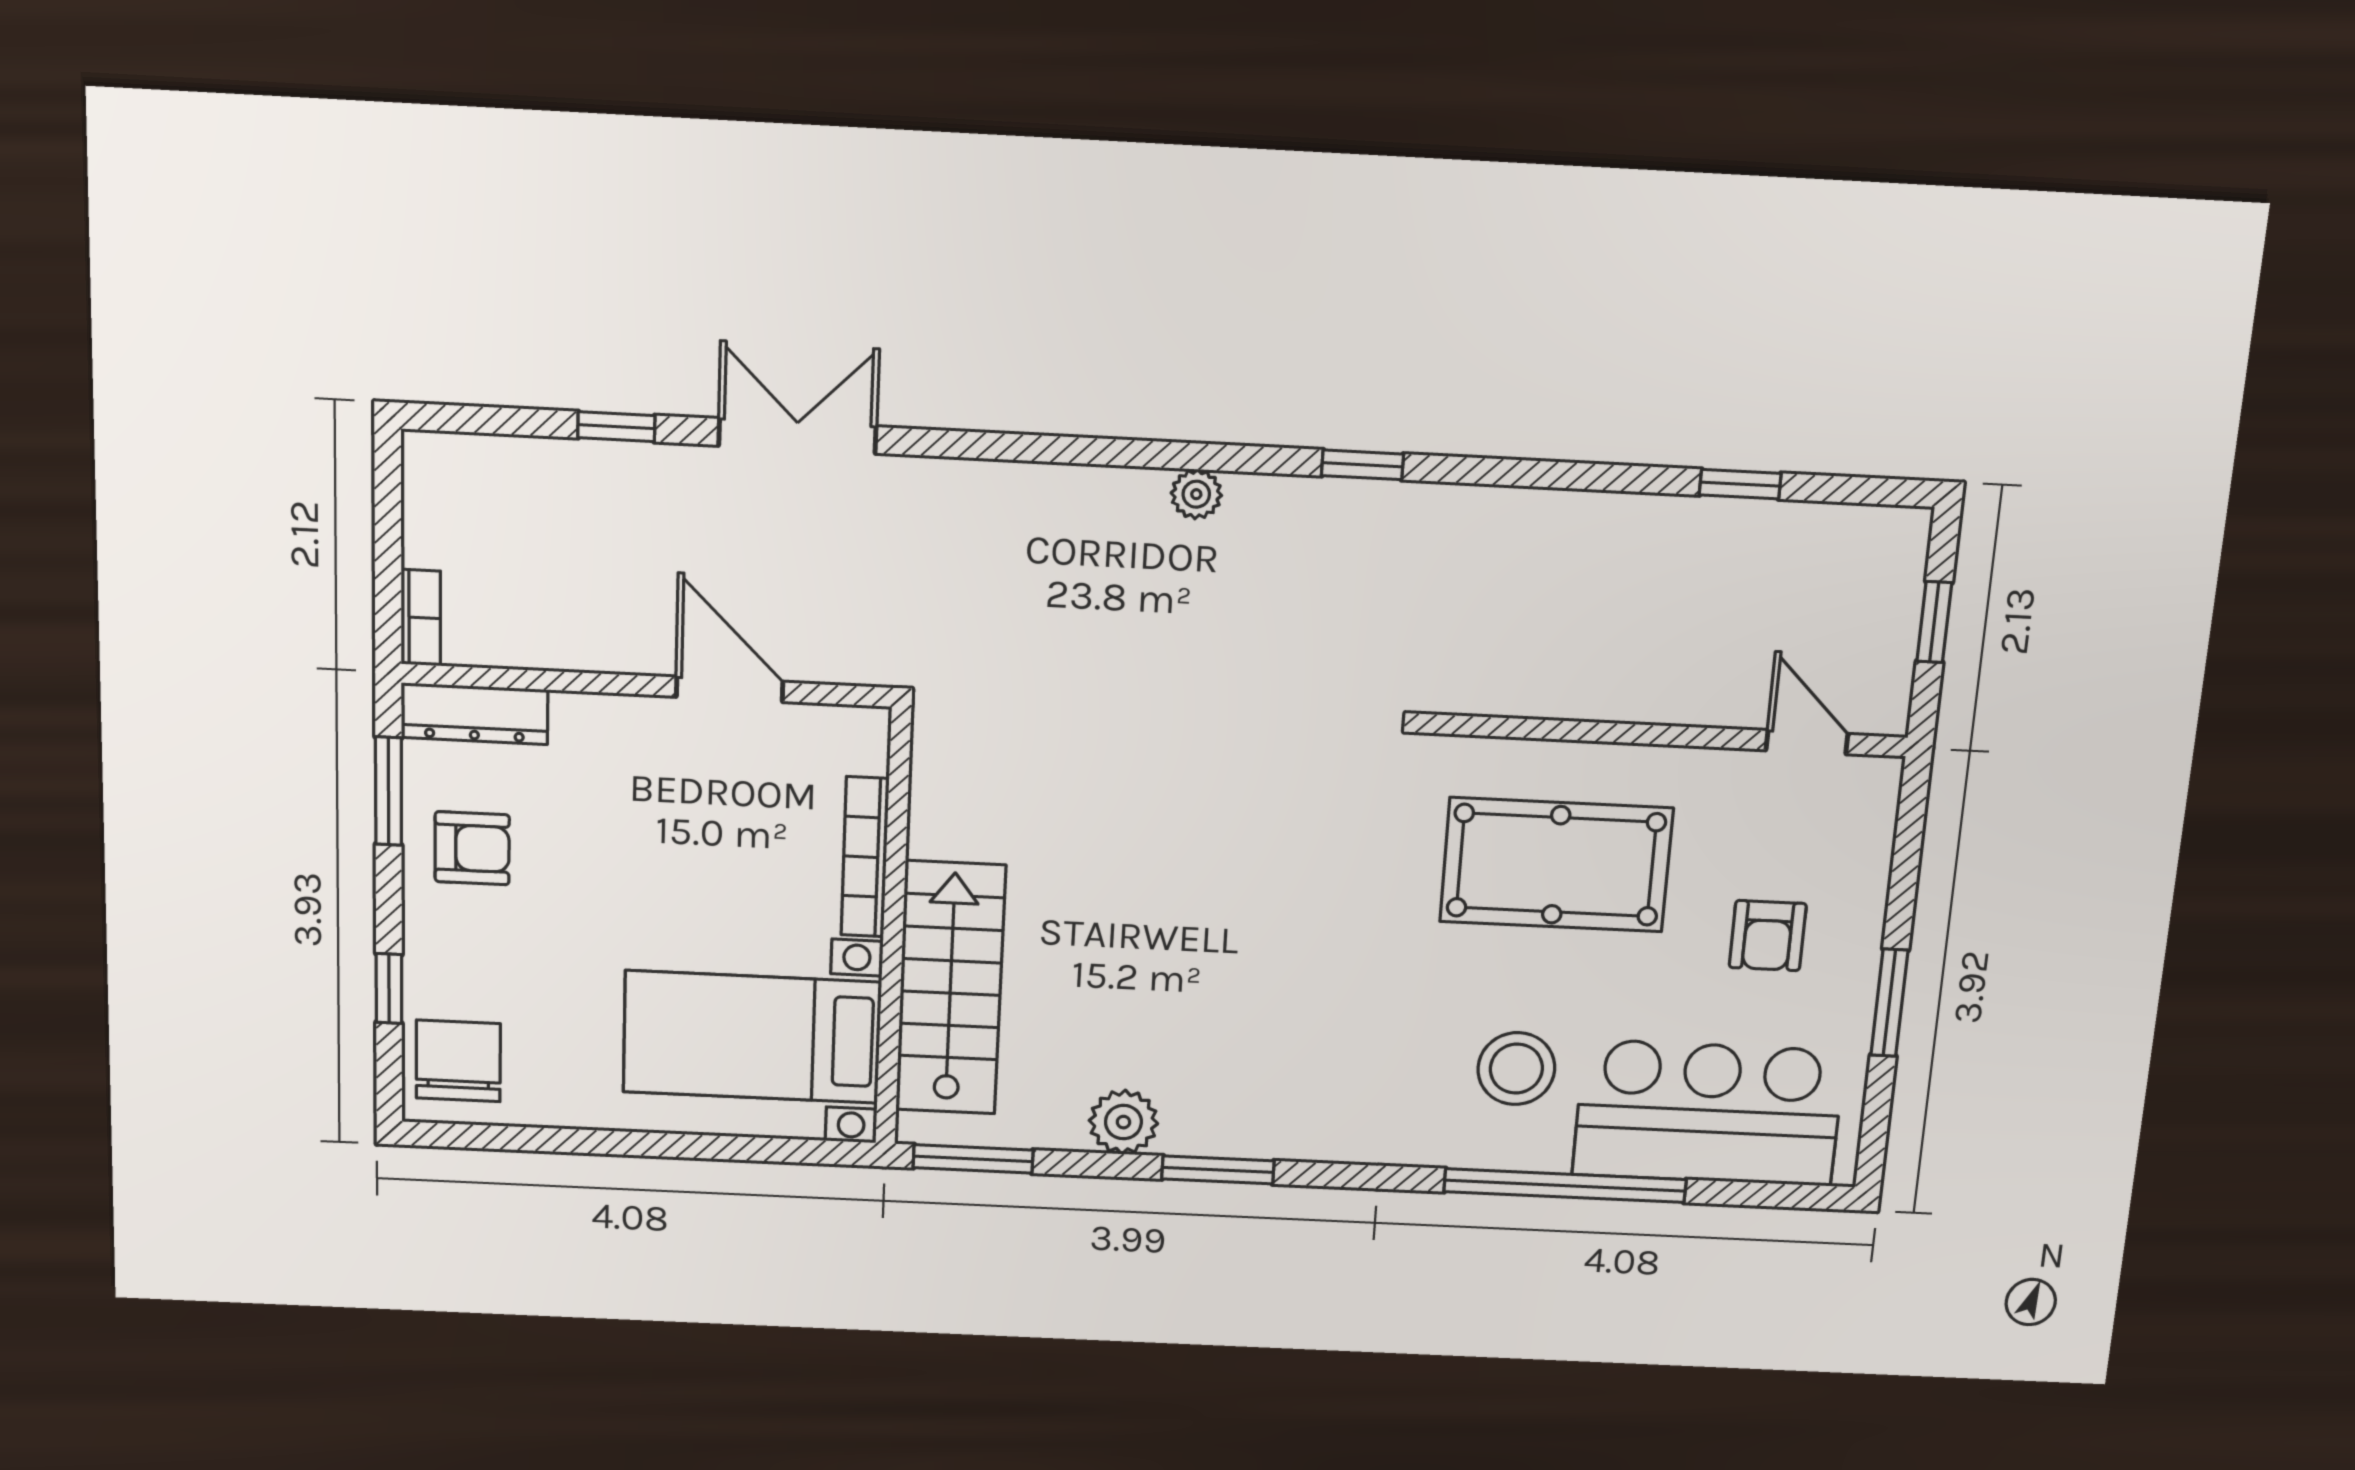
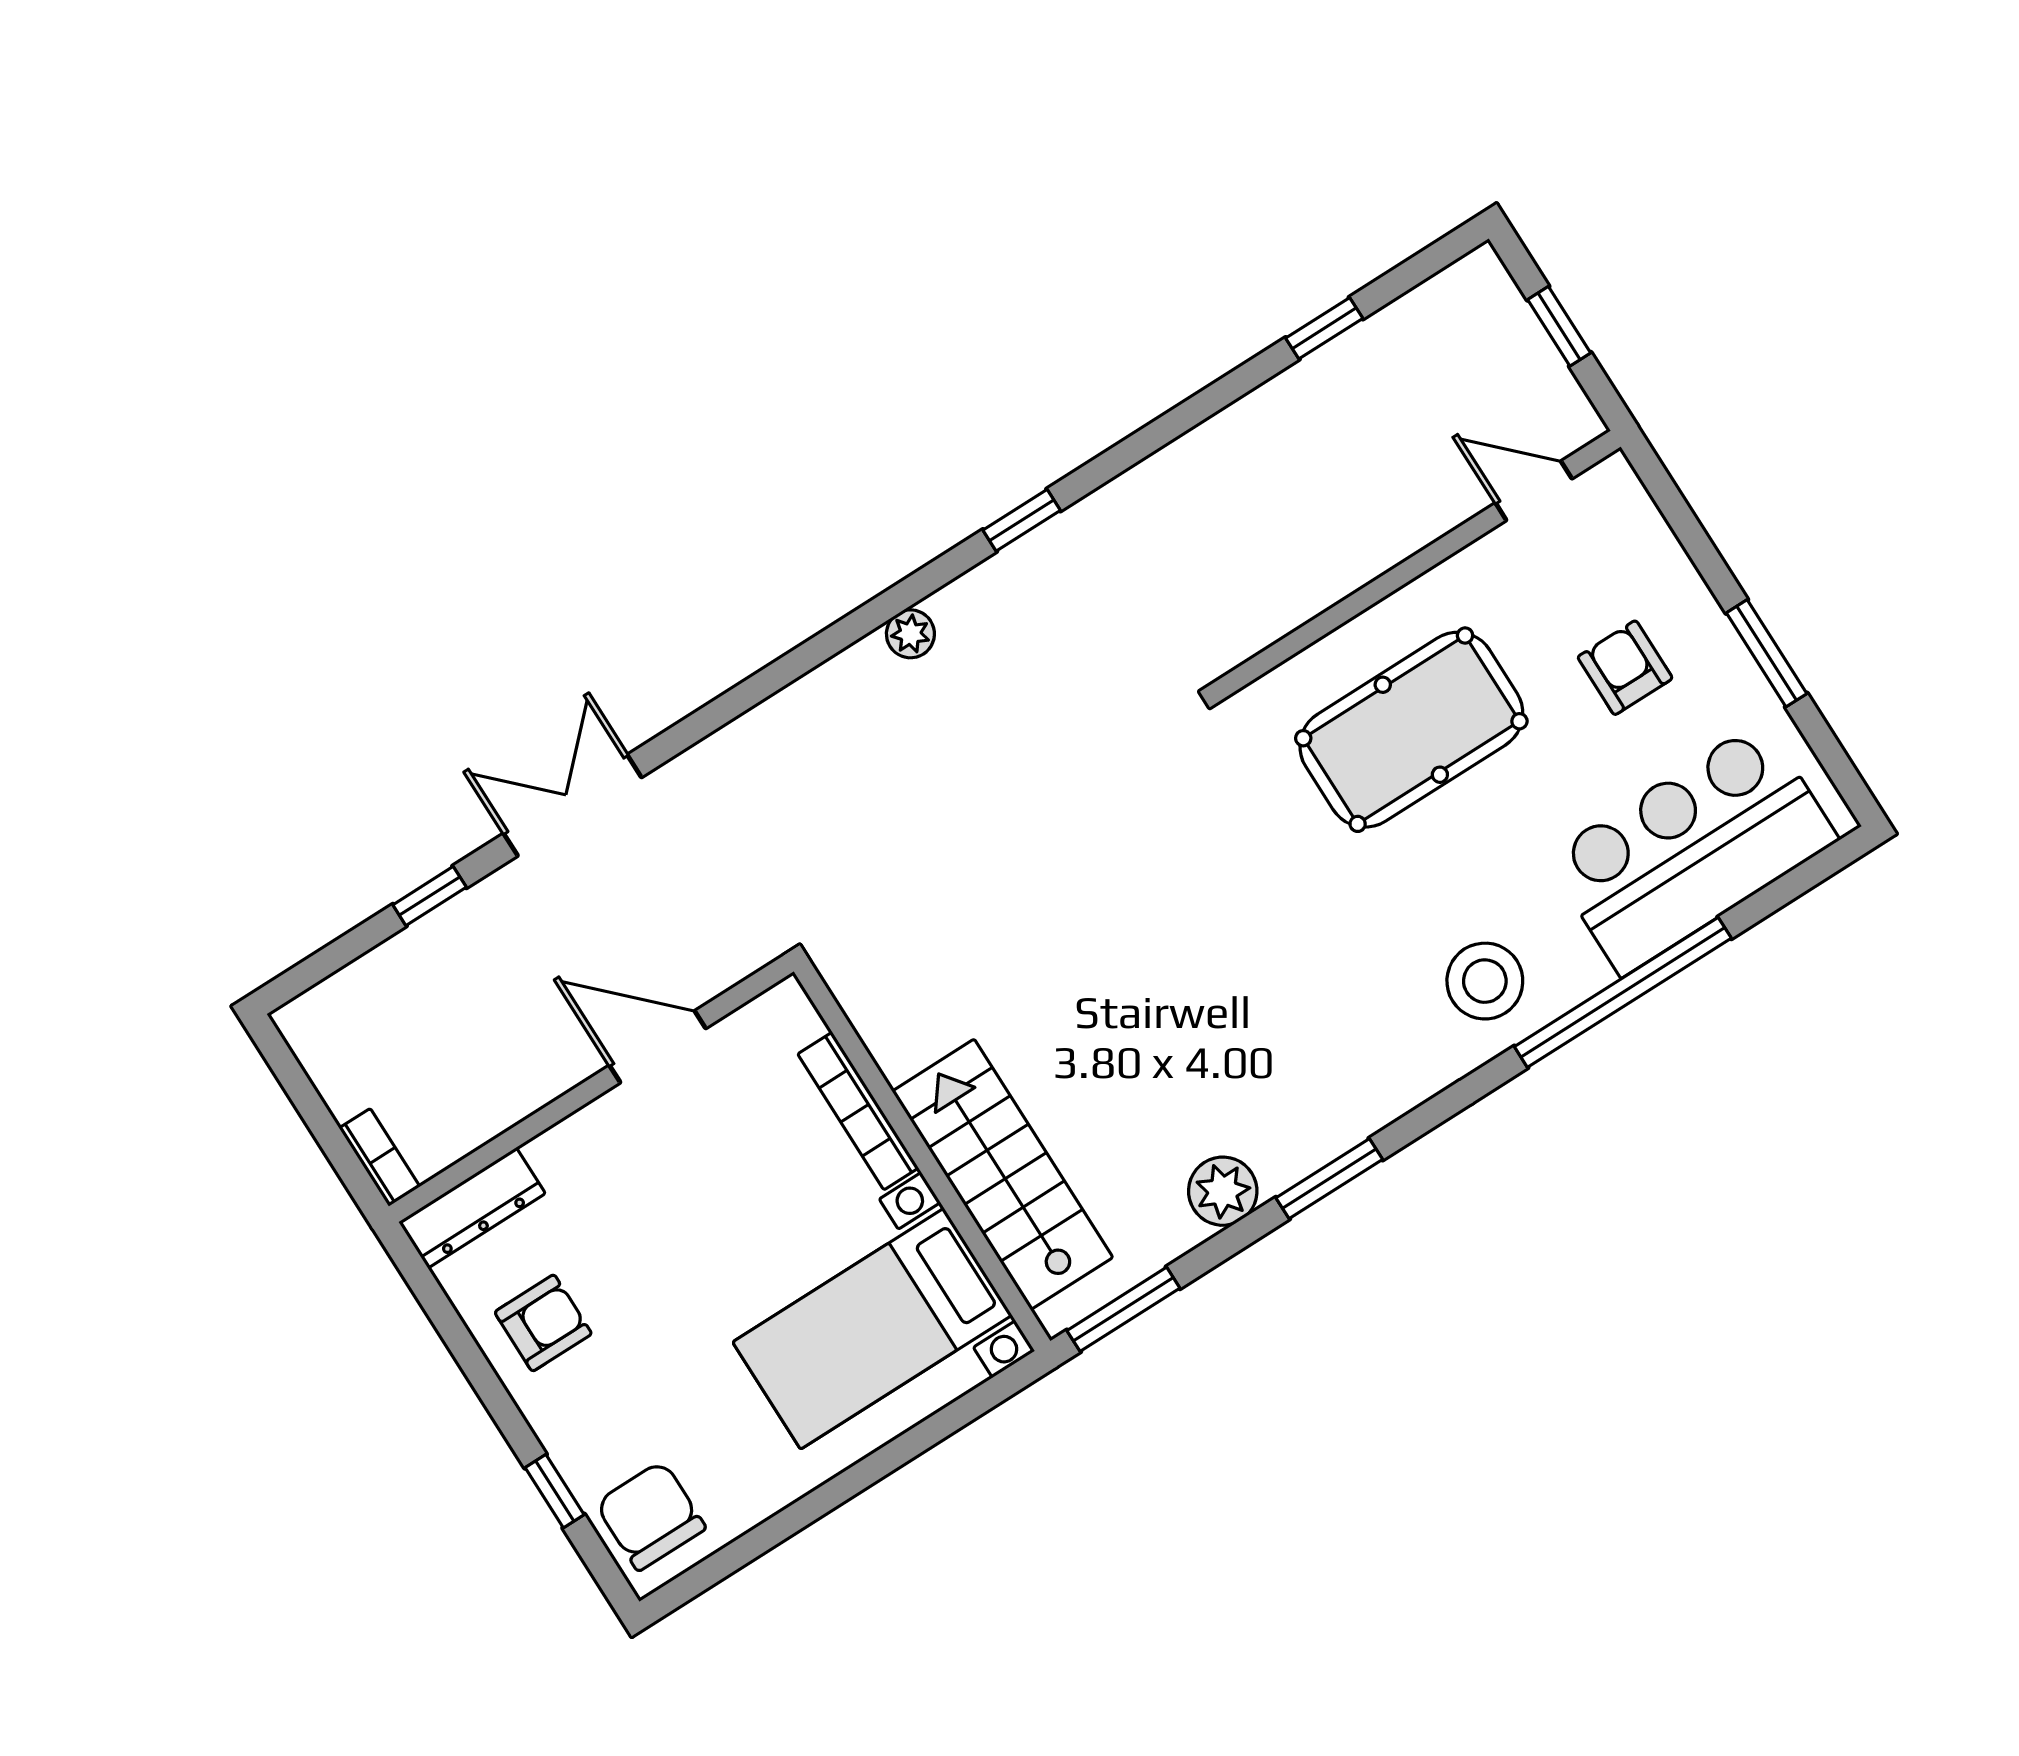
window: (389, 791) -> (447, 1321), removed
armchair: (1768, 936) -> (1625, 668), turned 180
stool: (1516, 1069) -> (1485, 981), moved

